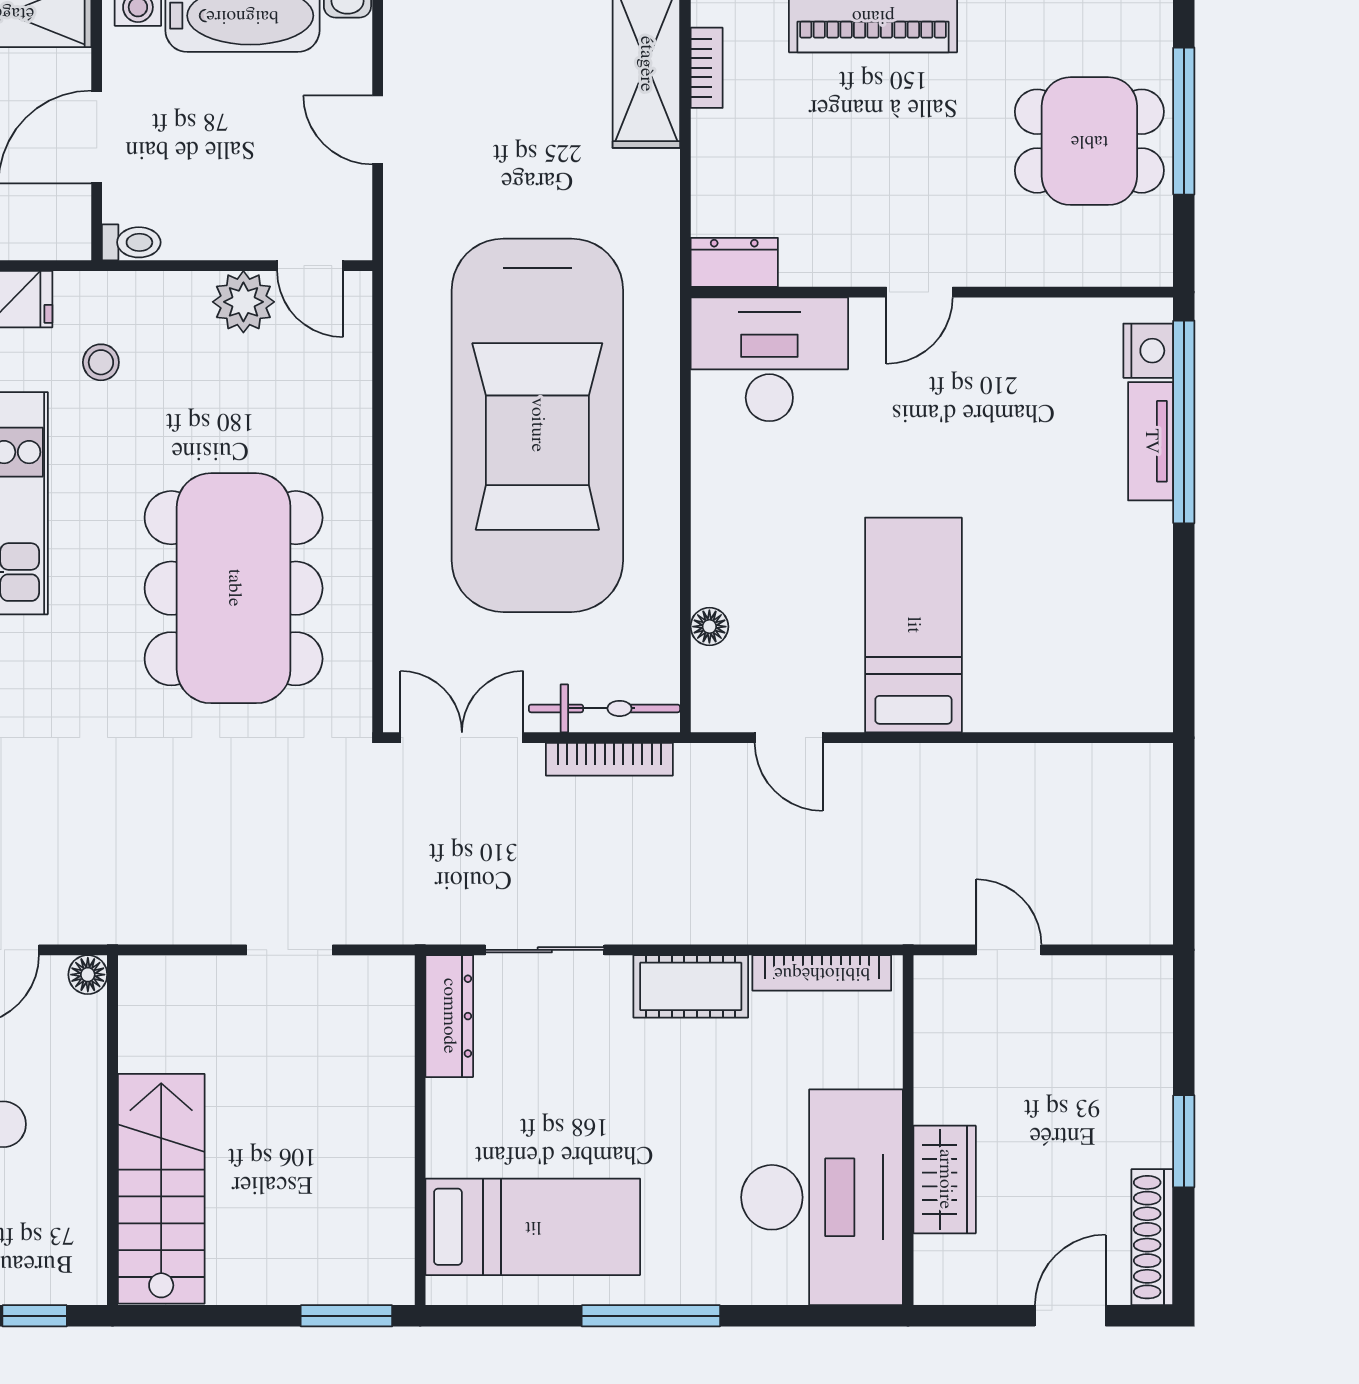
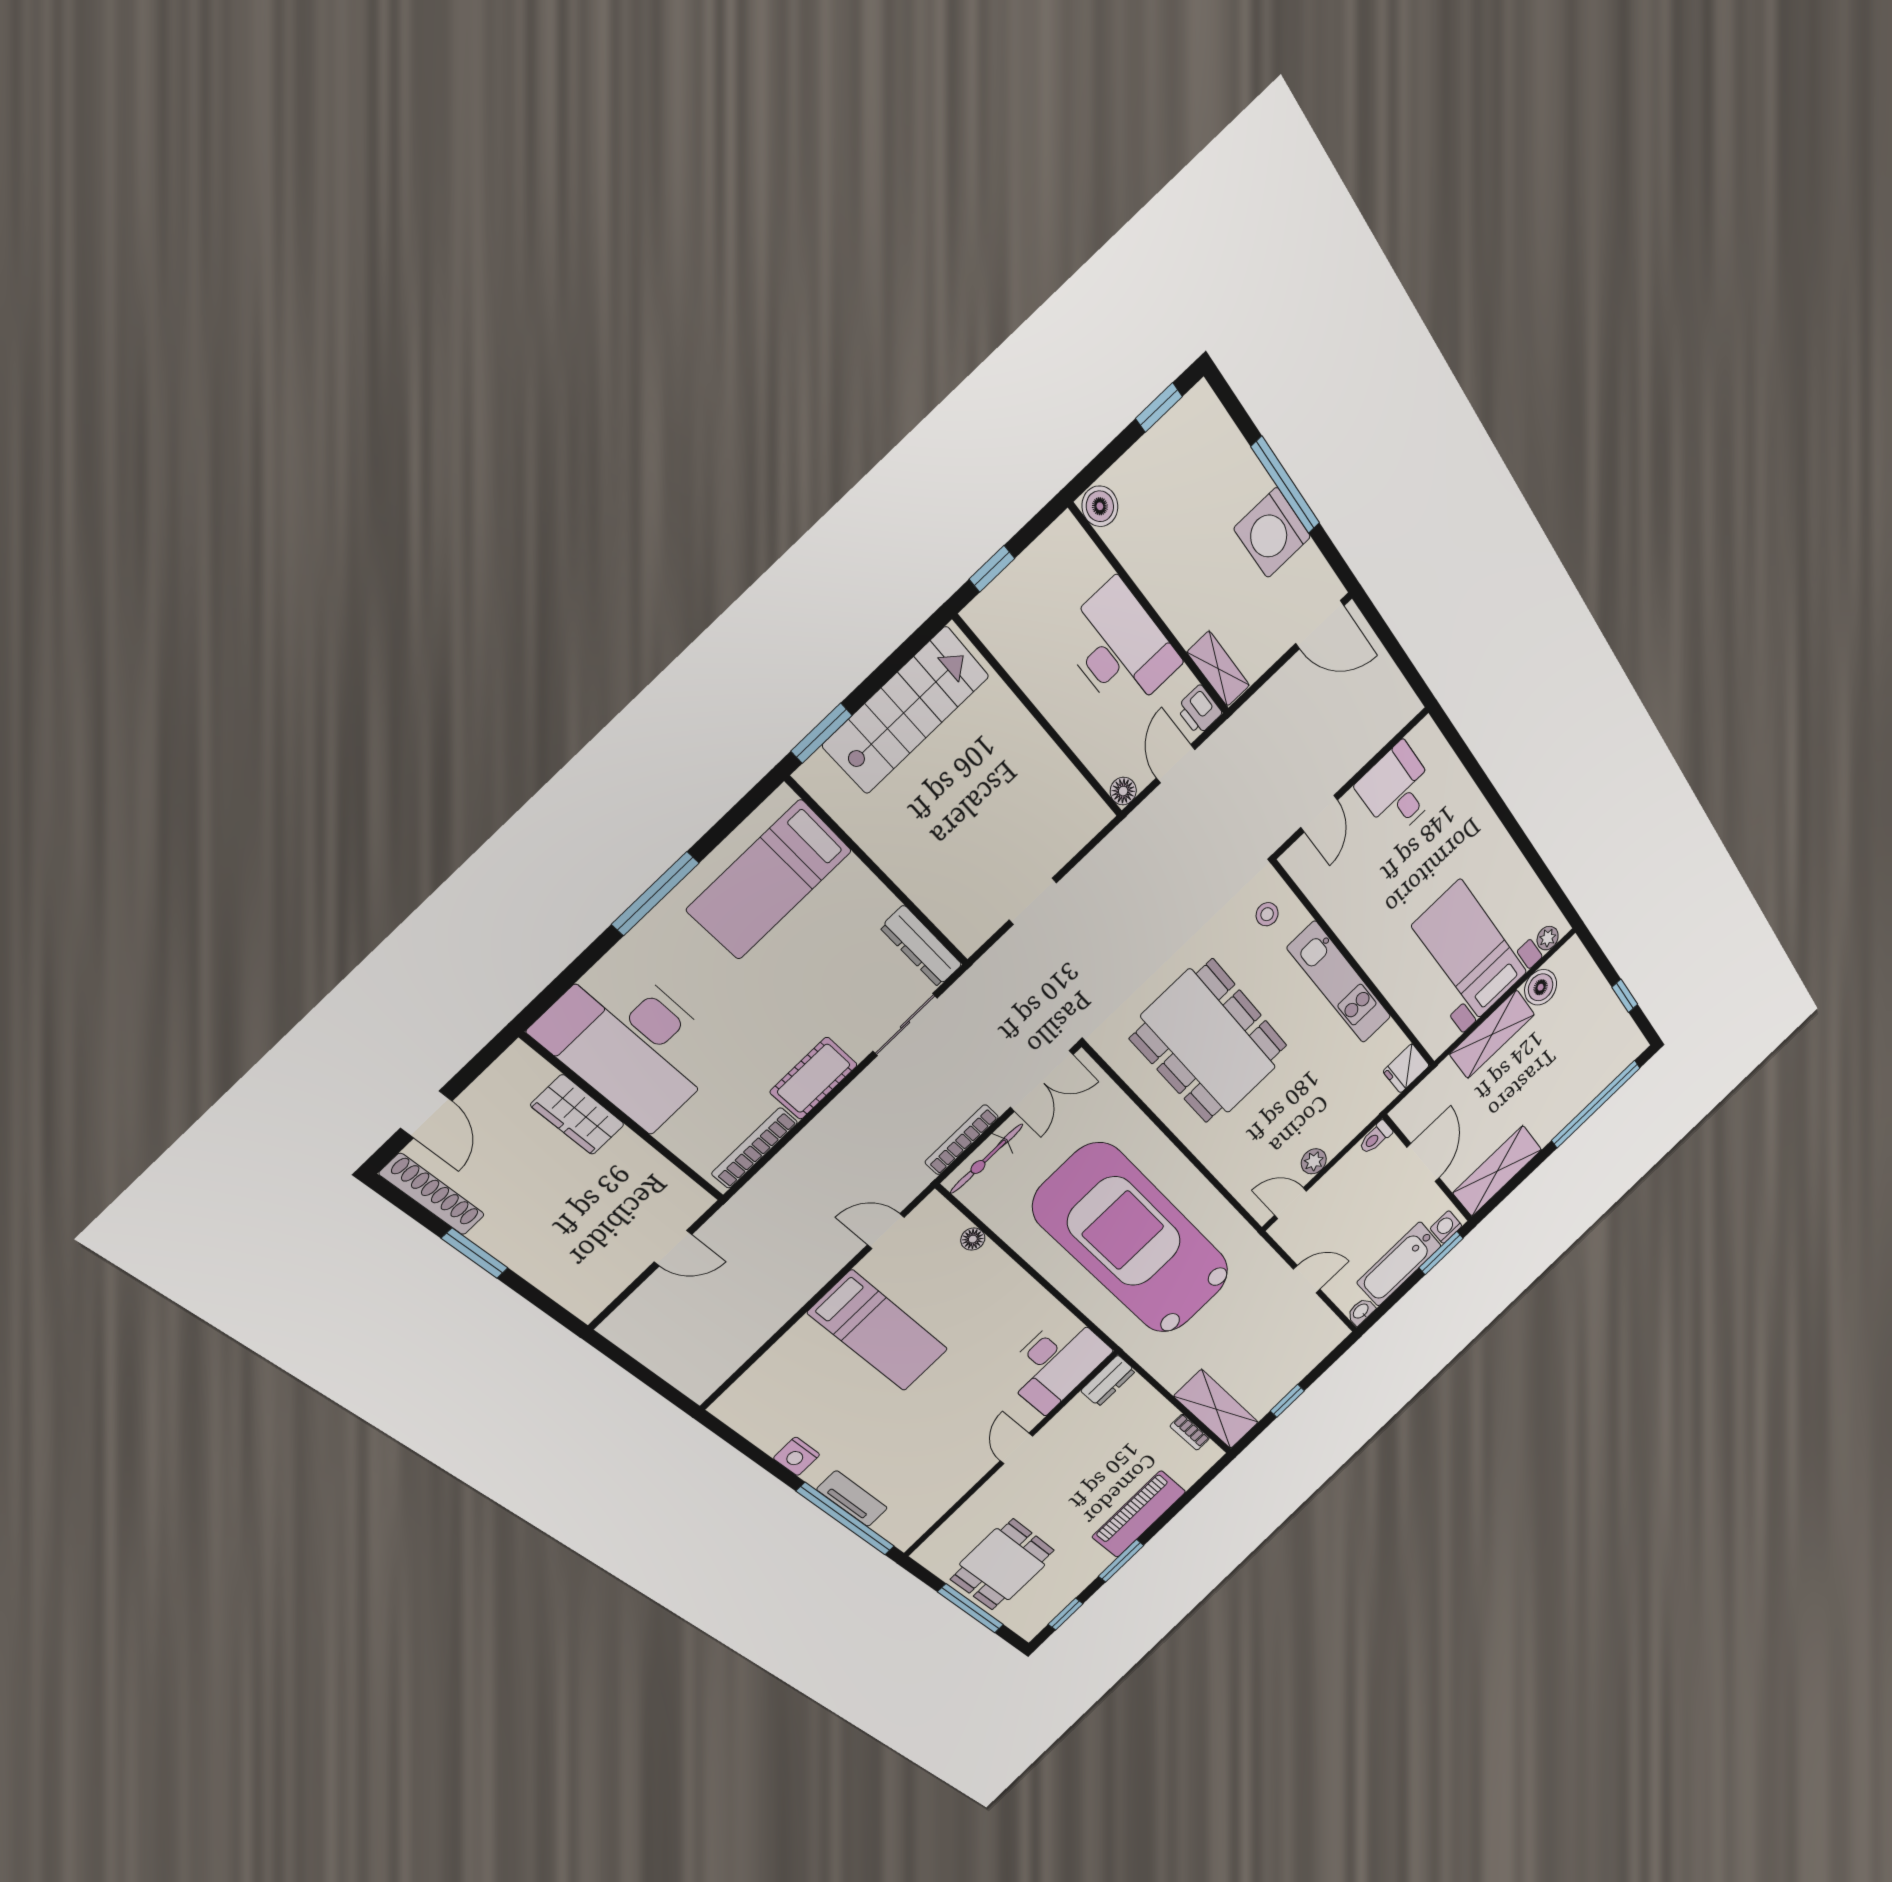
plant: (243, 302) -> (1314, 1161), width x0.73, depth x0.73
nightstand: (1148, 351) -> (797, 1456), moved
stool: (101, 362) -> (1267, 914), moved
stairs: (161, 1189) -> (906, 711), moved, turned -90

